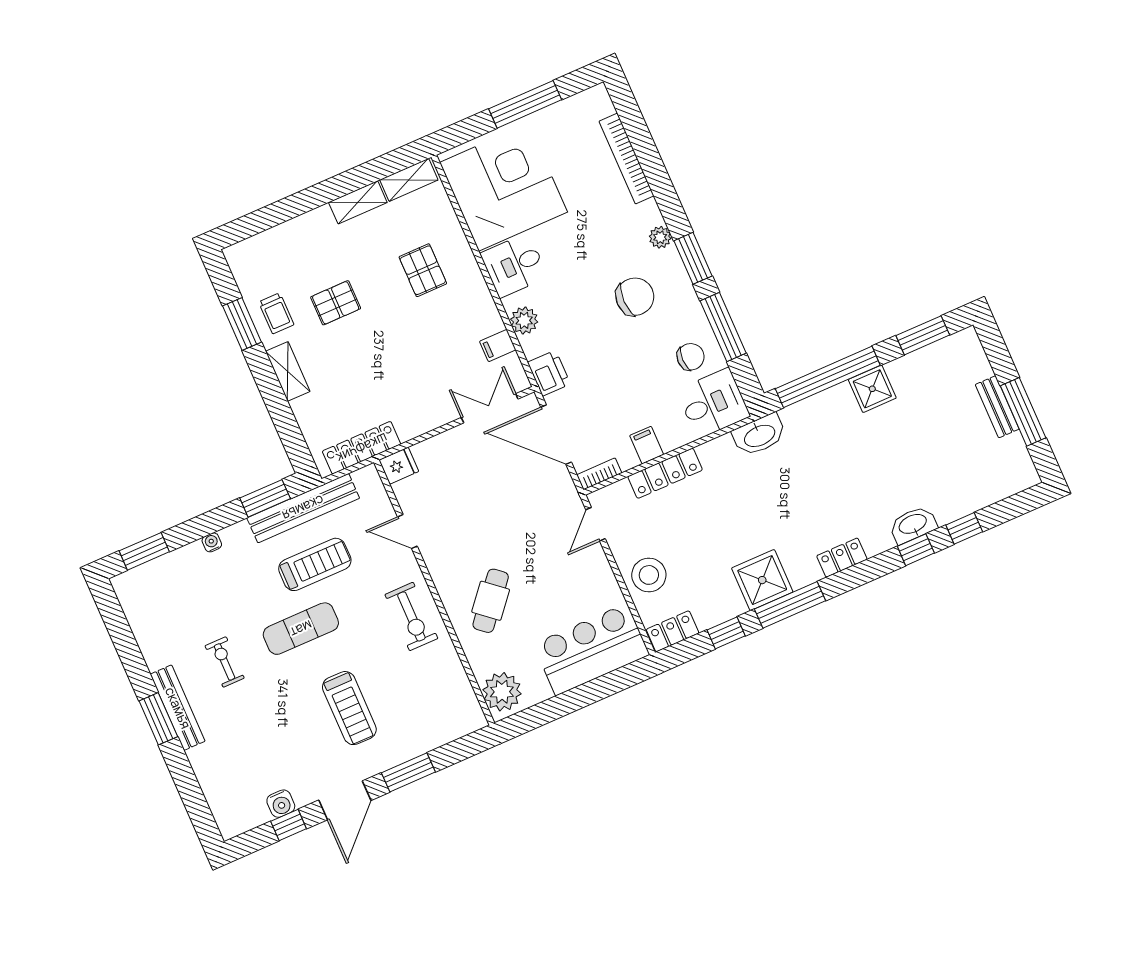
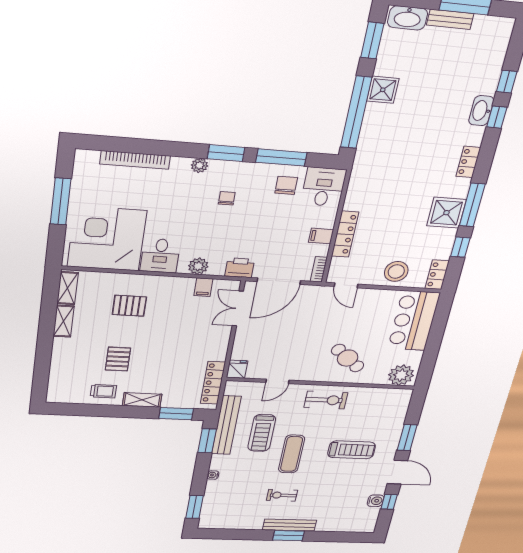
chair: (635, 297) -> (227, 198), width x0.54, depth x0.54
window: (242, 324) -> (176, 414), moved
washbasin: (759, 435) -> (408, 18), moved, turned 90
treadmill: (315, 564) -> (262, 433), turned 180

